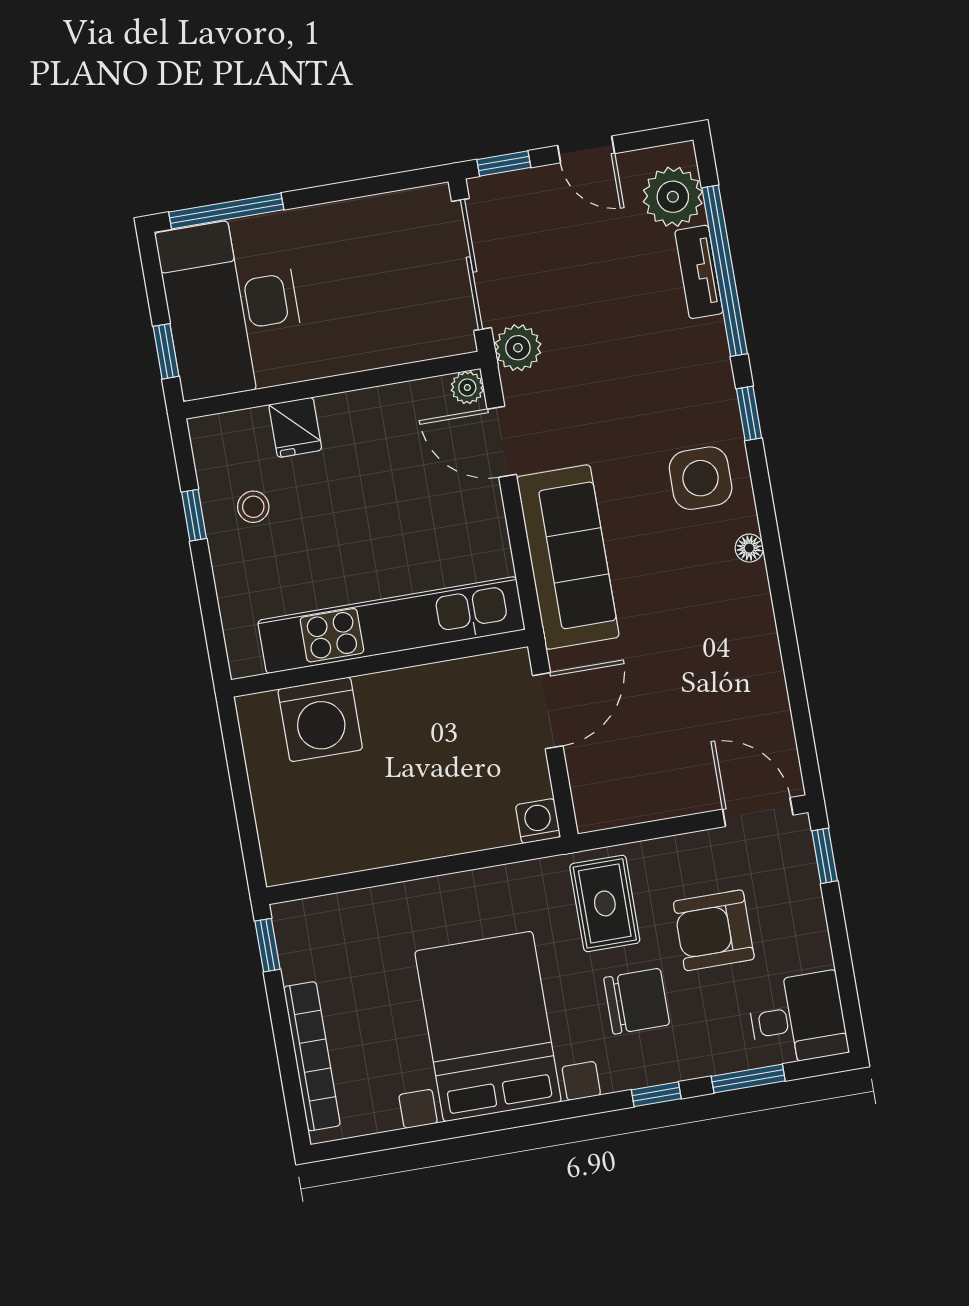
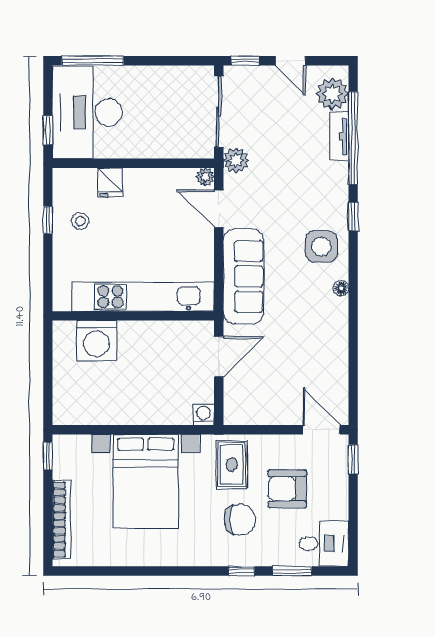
bed with nightstands: (488, 1026) -> (146, 481), moved, turned 180

